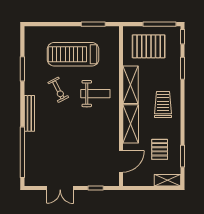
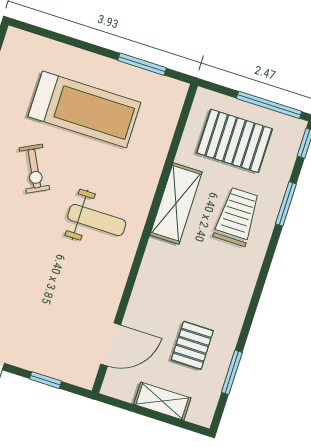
treadmill: (73, 54) -> (84, 110), turned 180
weight bench: (95, 94) -> (97, 220), moved
trolley: (163, 105) -> (237, 217), moved
shelving: (131, 124) -> (152, 278), removed
shelving: (168, 180) -> (162, 401), moved

